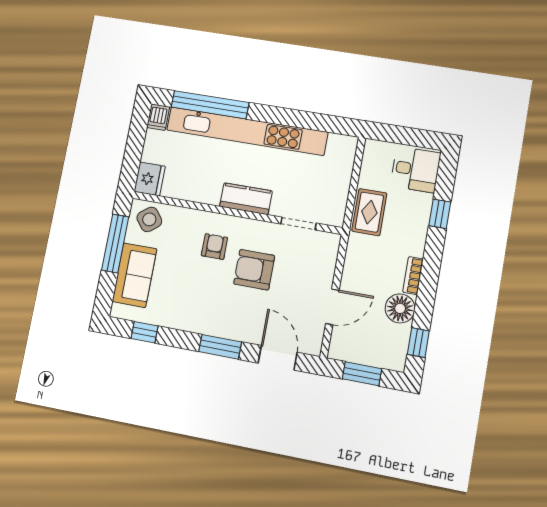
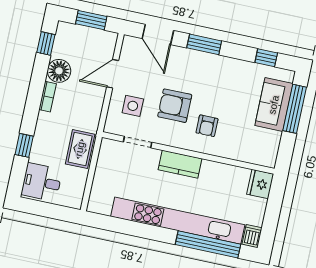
side table: (149, 219) -> (133, 106), moved, turned 38
window: (115, 243) -> (295, 109), moved
armchair: (254, 270) -> (175, 106), turned 180

